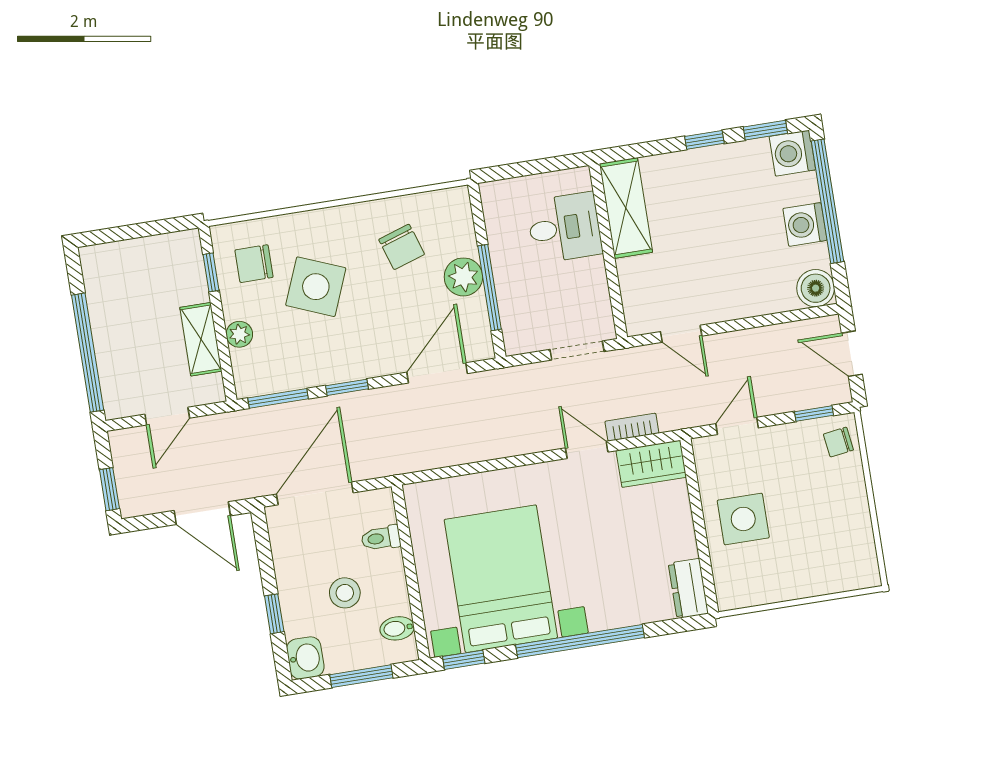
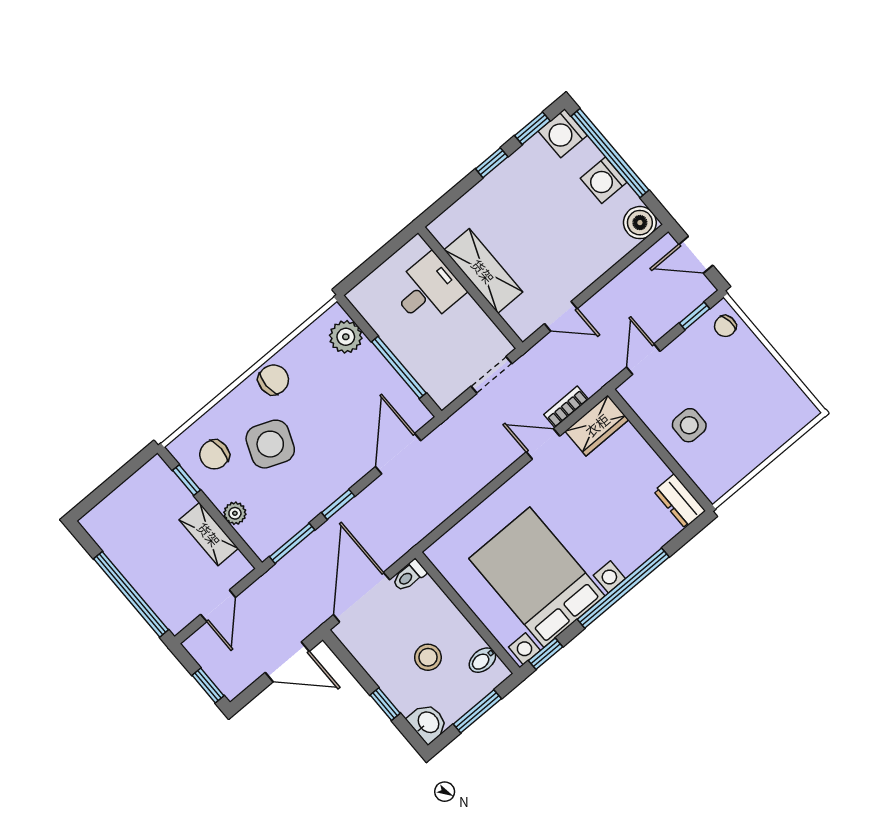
shelving: (626, 208) -> (483, 271), moved
chair: (402, 247) -> (273, 380), moved, turned -72
plant: (463, 277) -> (346, 337), moved
side table: (743, 519) -> (689, 425), width x0.73, depth x0.73
toilet: (381, 538) -> (409, 576), moved

